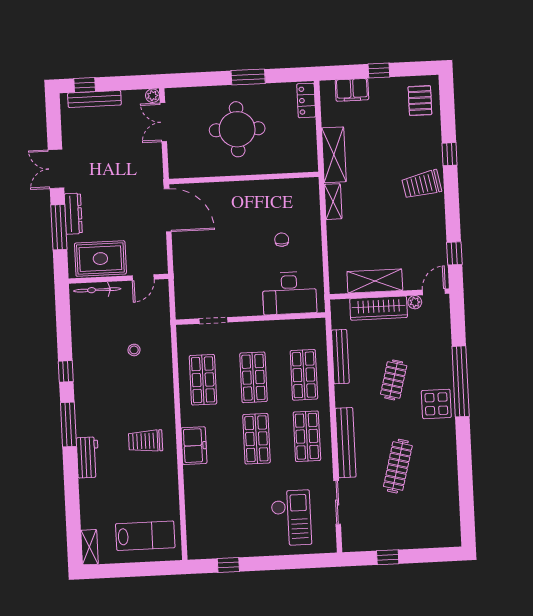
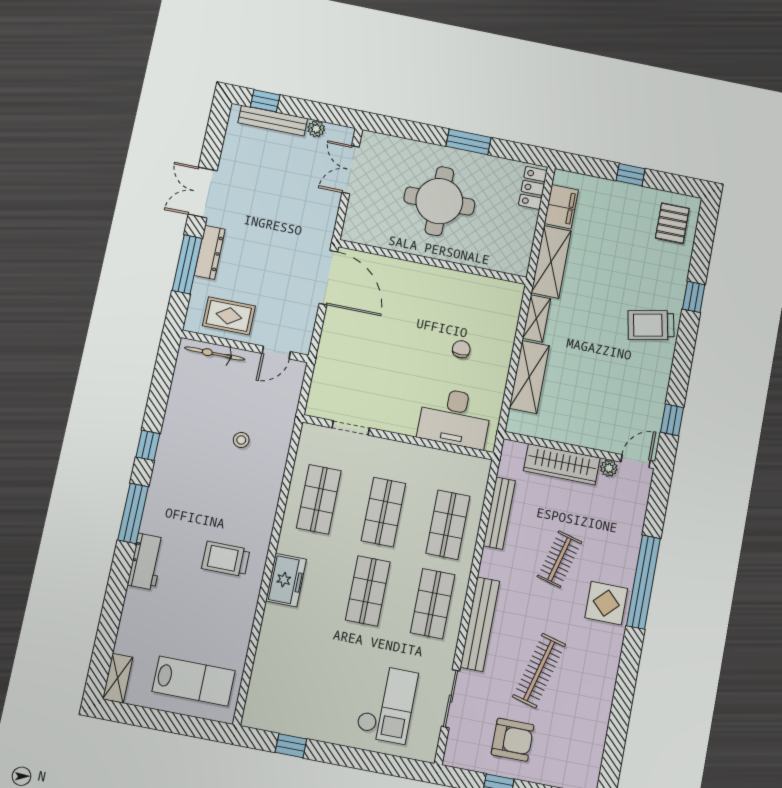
filing cabinet: (352, 90) -> (561, 207), moved, turned -90
plant: (153, 96) -> (316, 129), moved
rug: (100, 259) -> (229, 316), width x0.73, depth x0.70
shelving: (375, 281) -> (529, 377), moved, turned 90
armchair: (390, 521) -> (513, 740), added

